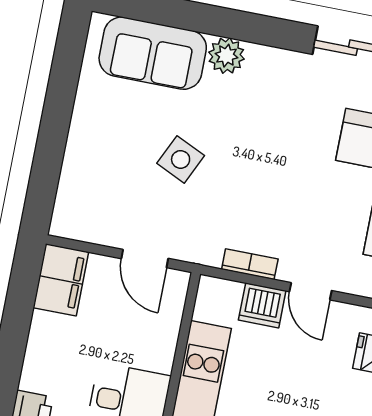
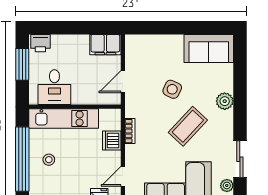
sofa: (153, 53) -> (209, 48), moved, turned -90
coffee table: (263, 142) -> (188, 126), added
door: (311, 291) -> (123, 176), moved

